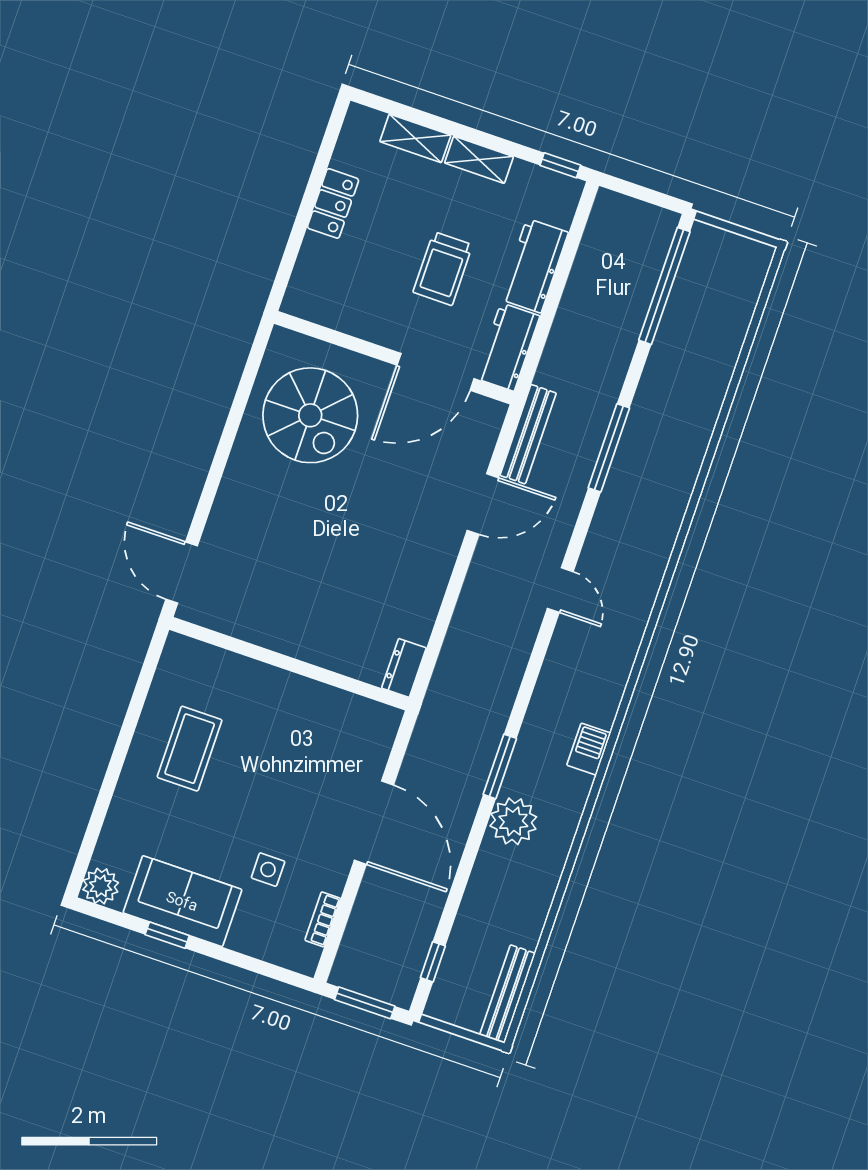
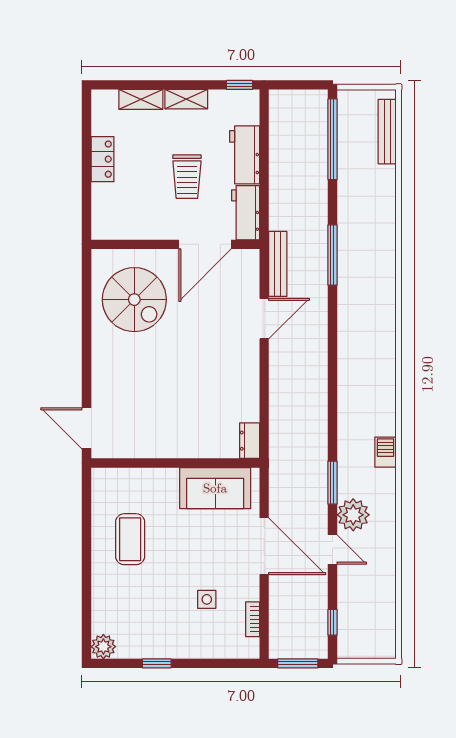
door: (560, 590) -> (332, 549), moved
sofa: (182, 901) -> (215, 488), moved, turned 180
bench: (507, 994) -> (387, 132), moved

